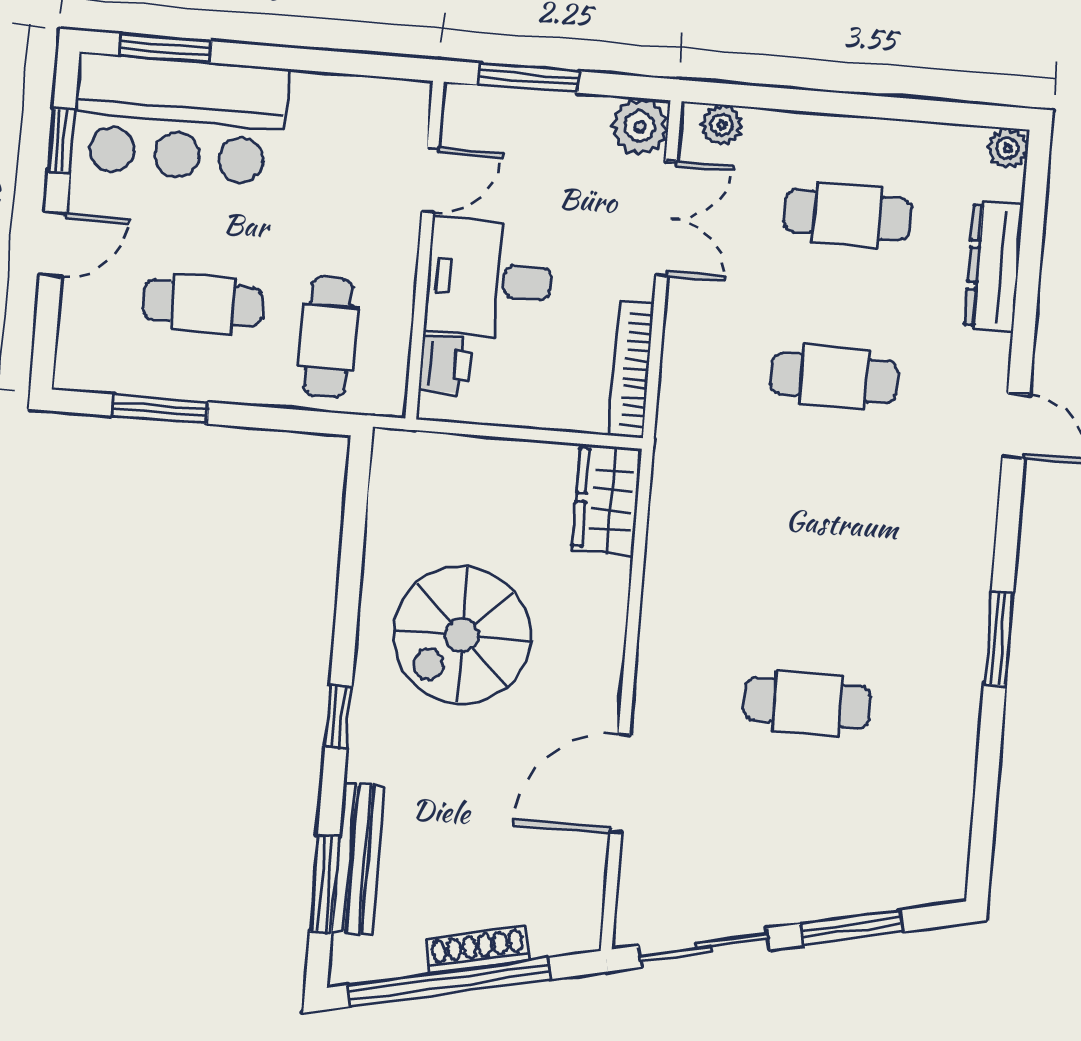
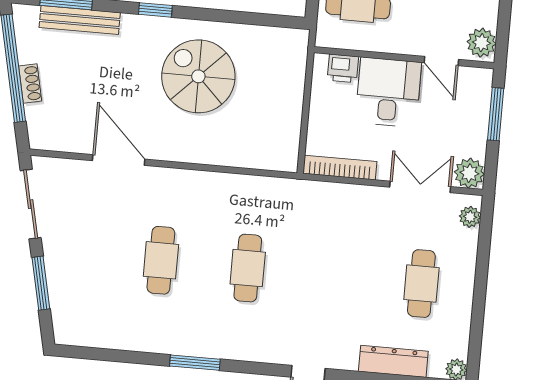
plant: (395, 105) -> (481, 43), added
double door: (666, 218) -> (420, 187), swing flipped
cafe table: (834, 378) -> (248, 268), moved
wardrobe: (607, 500) -> (270, 154), removed
shoe rack: (478, 950) -> (30, 83), width x0.70

